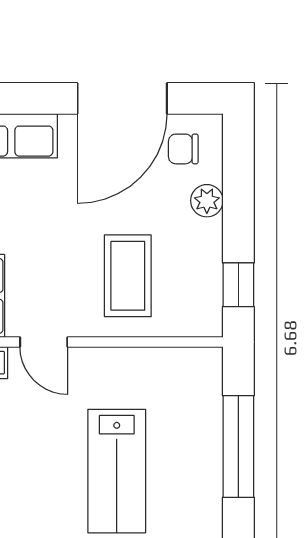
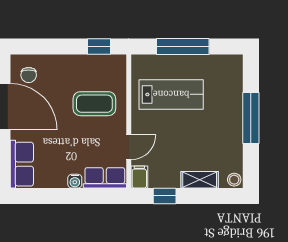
plant: (207, 201) -> (55, 63), removed
lab bench: (117, 471) -> (171, 94), moved

